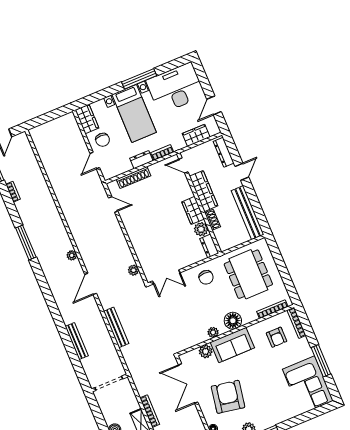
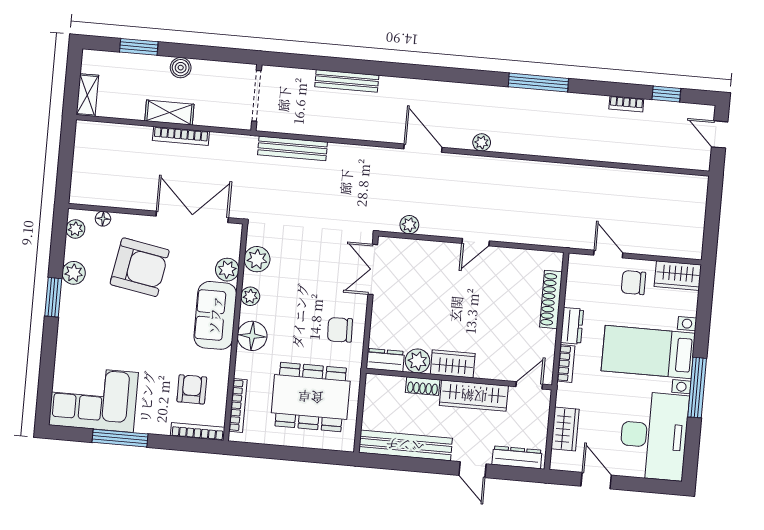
door: (113, 204) -> (476, 242), moved
bench: (116, 327) -> (292, 148), moved
armchair: (277, 337) -> (192, 389), turned 90
plant: (192, 339) -> (257, 259), added

